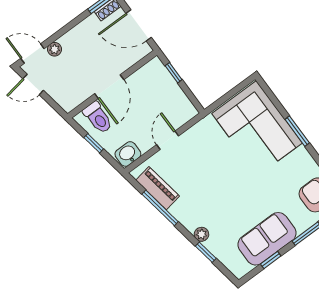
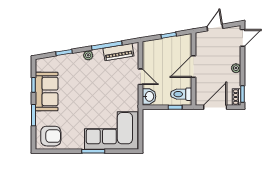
plant: (55, 49) -> (236, 68), moved
door: (33, 85) -> (215, 27), moved
door: (109, 87) -> (193, 67), hinge flipped
toilet: (98, 118) -> (181, 94), moved
washbasin: (128, 154) -> (149, 96), moved
plant: (201, 234) -> (88, 55), moved

